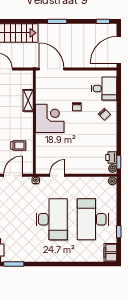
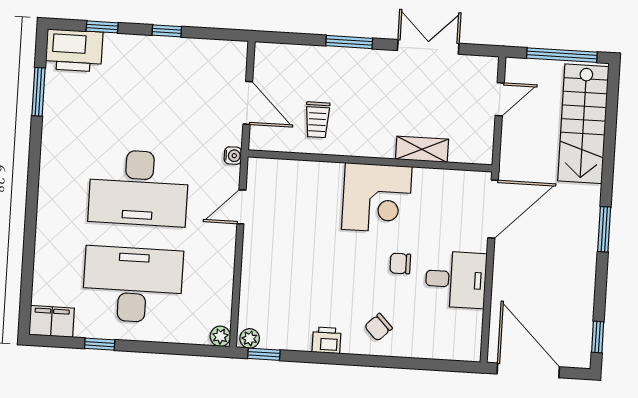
desk: (104, 89) -> (456, 280), moved, turned -90
printer: (111, 158) -> (326, 340), moved
door: (57, 175) -> (241, 207), swing flipped

